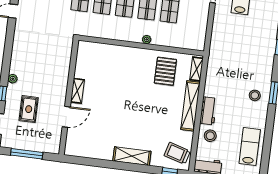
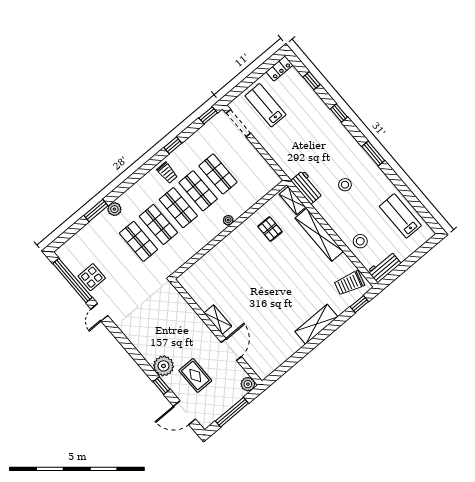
pallet: (165, 71) -> (270, 229), width x0.67, depth x0.71
plant: (13, 79) -> (164, 366), width x1.87, depth x1.87
stool: (255, 95) -> (345, 185), moved
workbench: (208, 111) -> (307, 187), moved
plant: (54, 148) -> (248, 384), added

